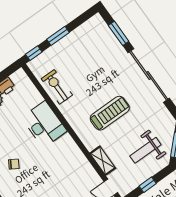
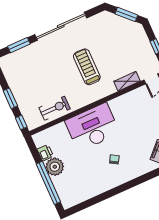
exercise bike: (57, 87) -> (55, 108), turned 180
desk: (44, 124) -> (92, 127), width x1.36, depth x1.30
weight bench: (145, 150) -> (125, 42), removed

